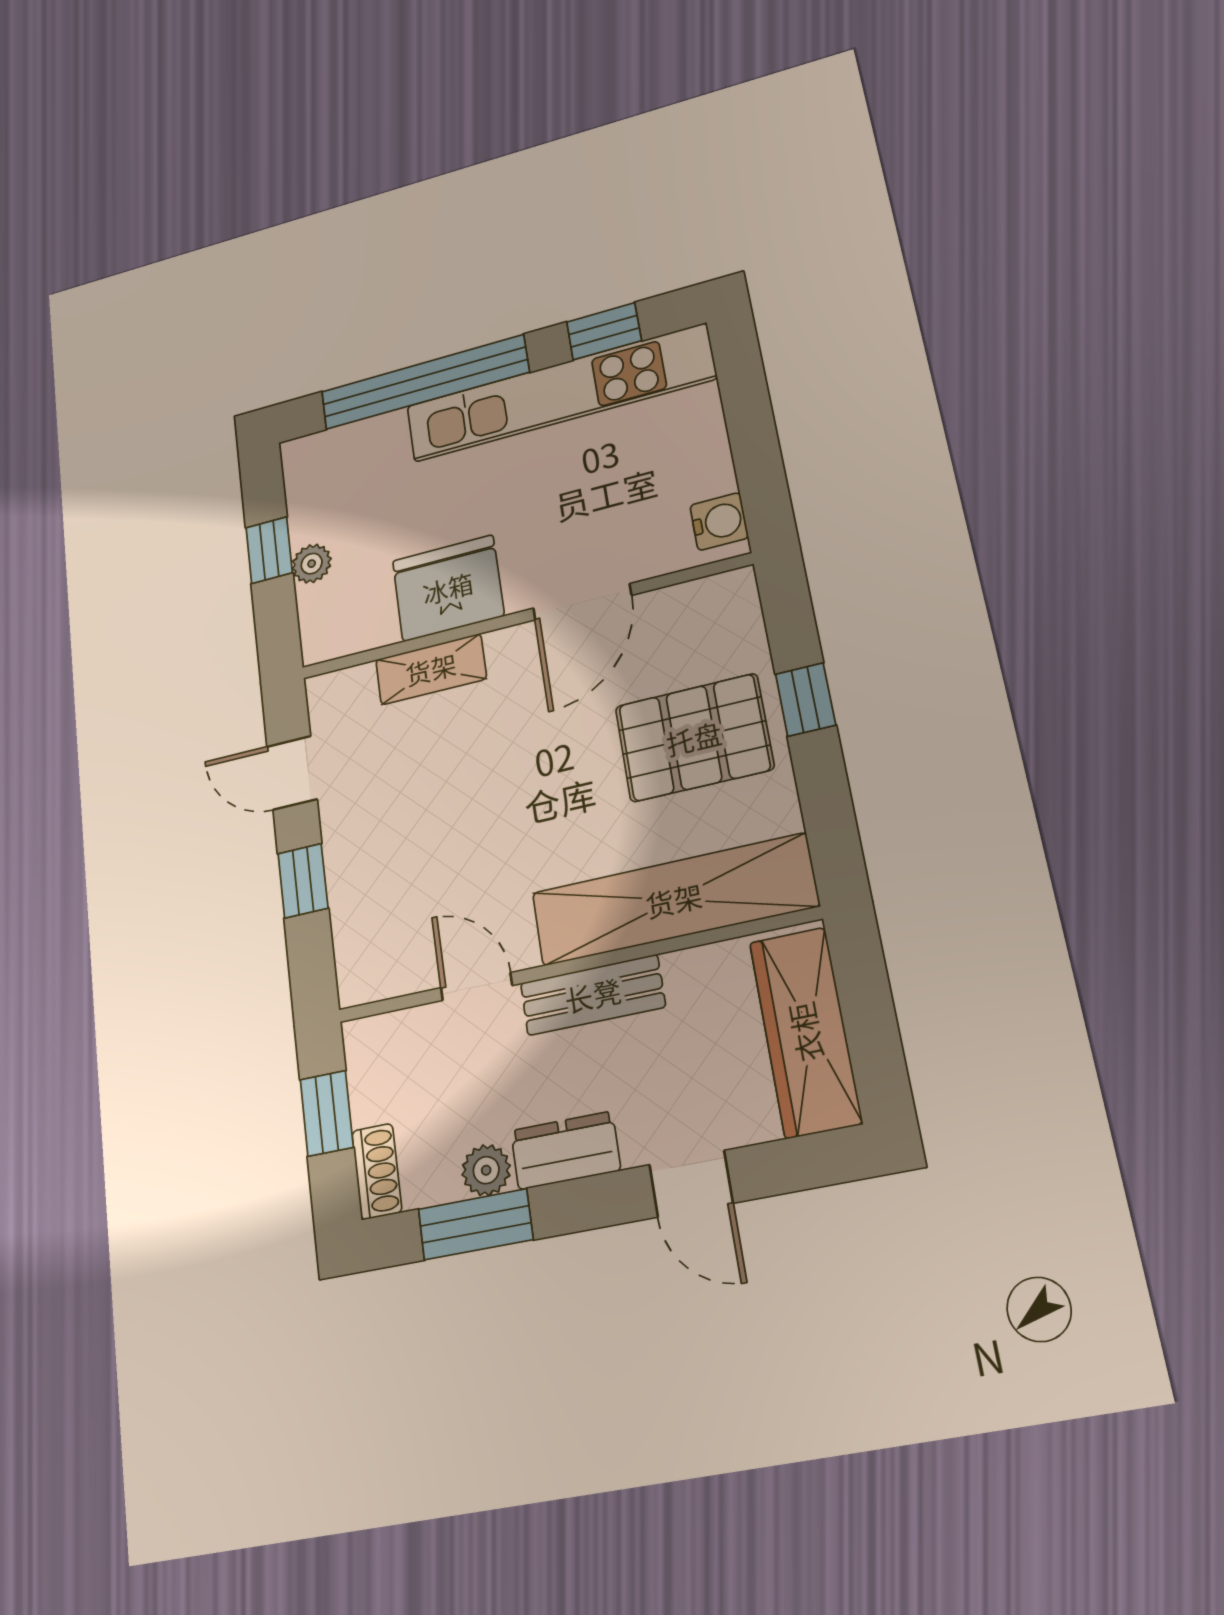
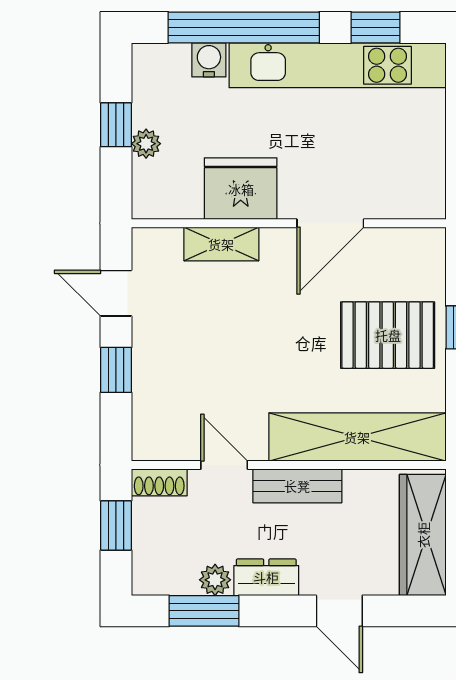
water cooler: (719, 522) -> (209, 60), moved, turned -90
shoe rack: (377, 1171) -> (159, 482), moved, turned 90

